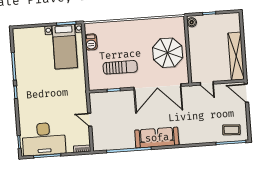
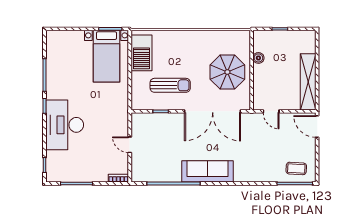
boiler: (192, 22) -> (258, 58), moved
barbecue: (91, 42) -> (141, 53), width x1.88, depth x1.53
desk: (44, 139) -> (65, 125), moved, turned 90

